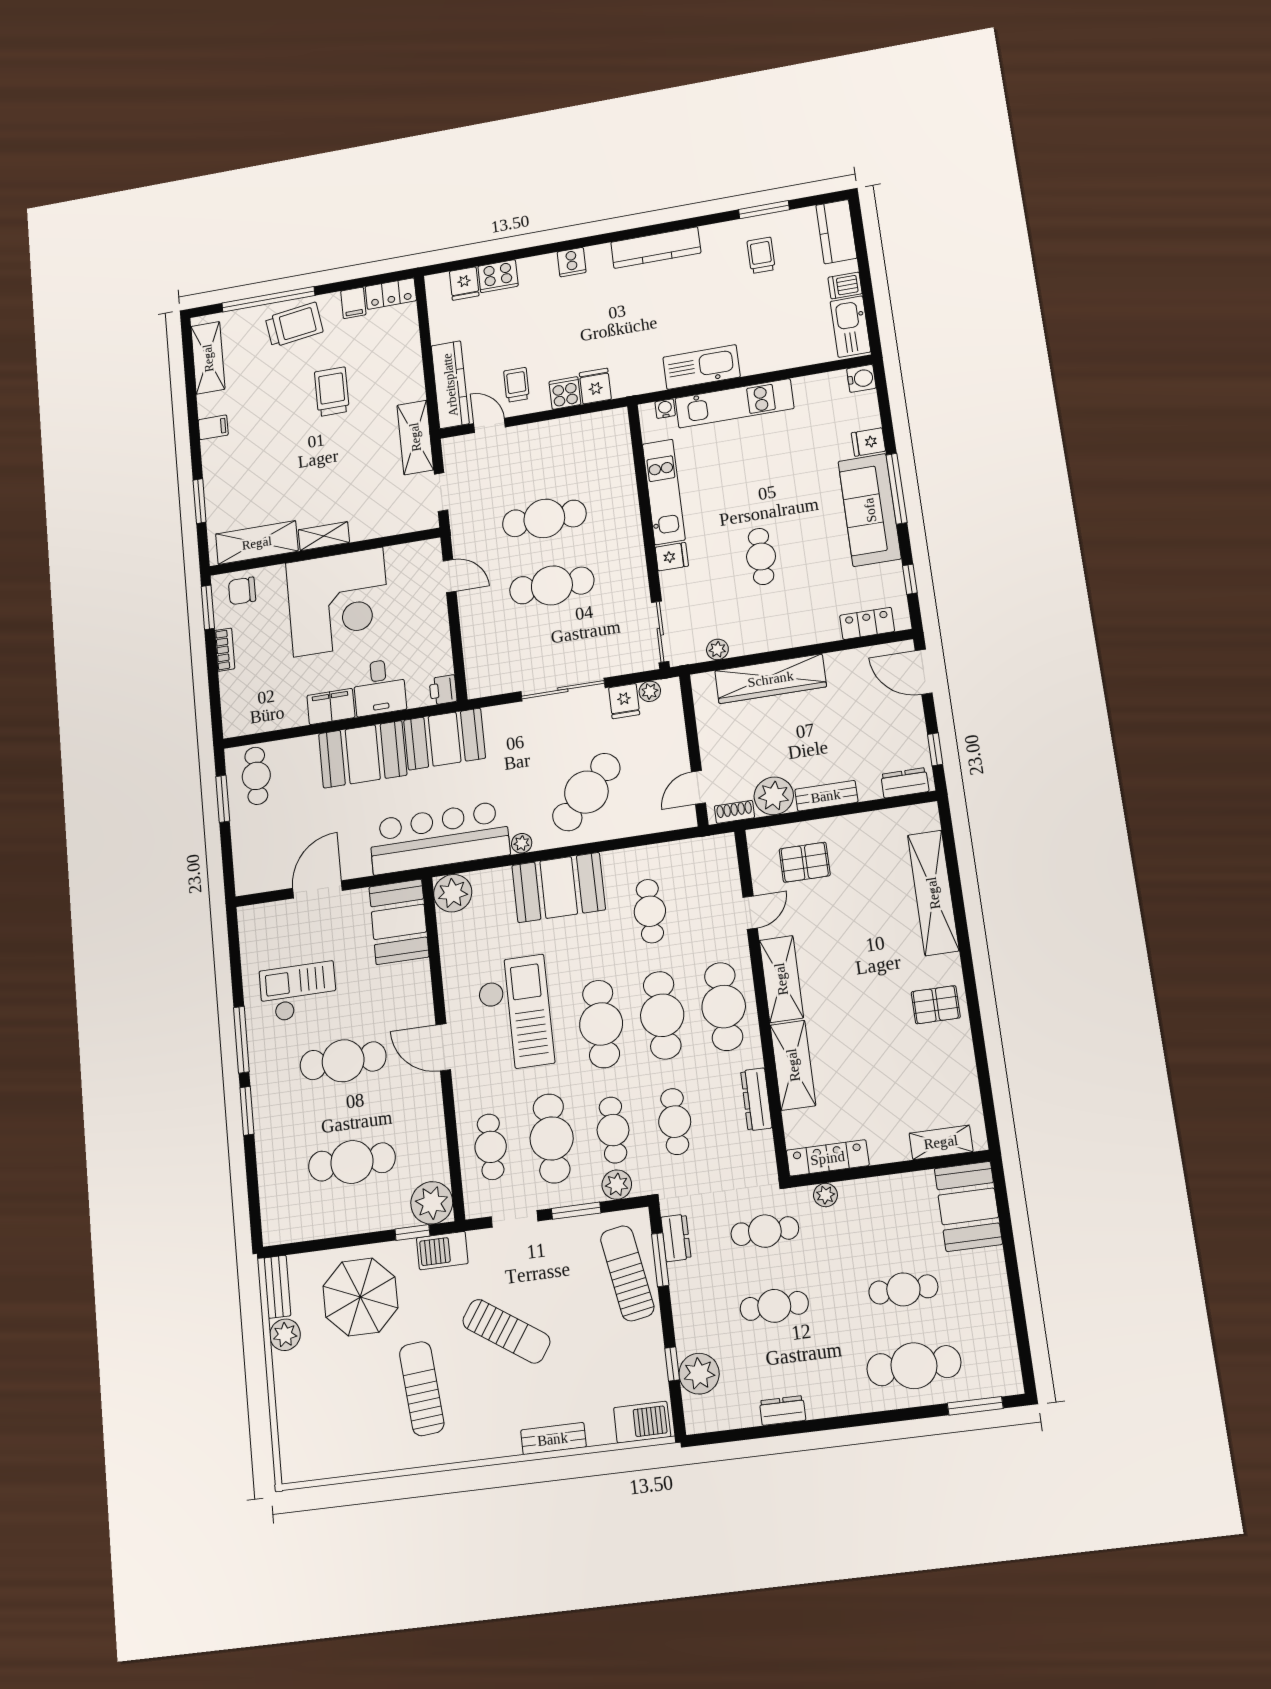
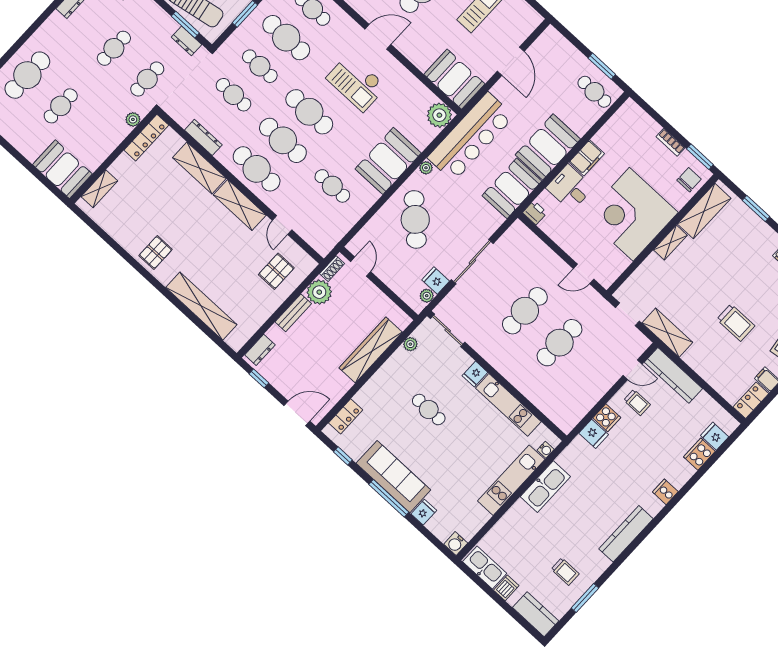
checkout: (515, 1013) -> (356, 82), width x0.73, depth x0.83
plant: (617, 1185) -> (236, 42), removed

